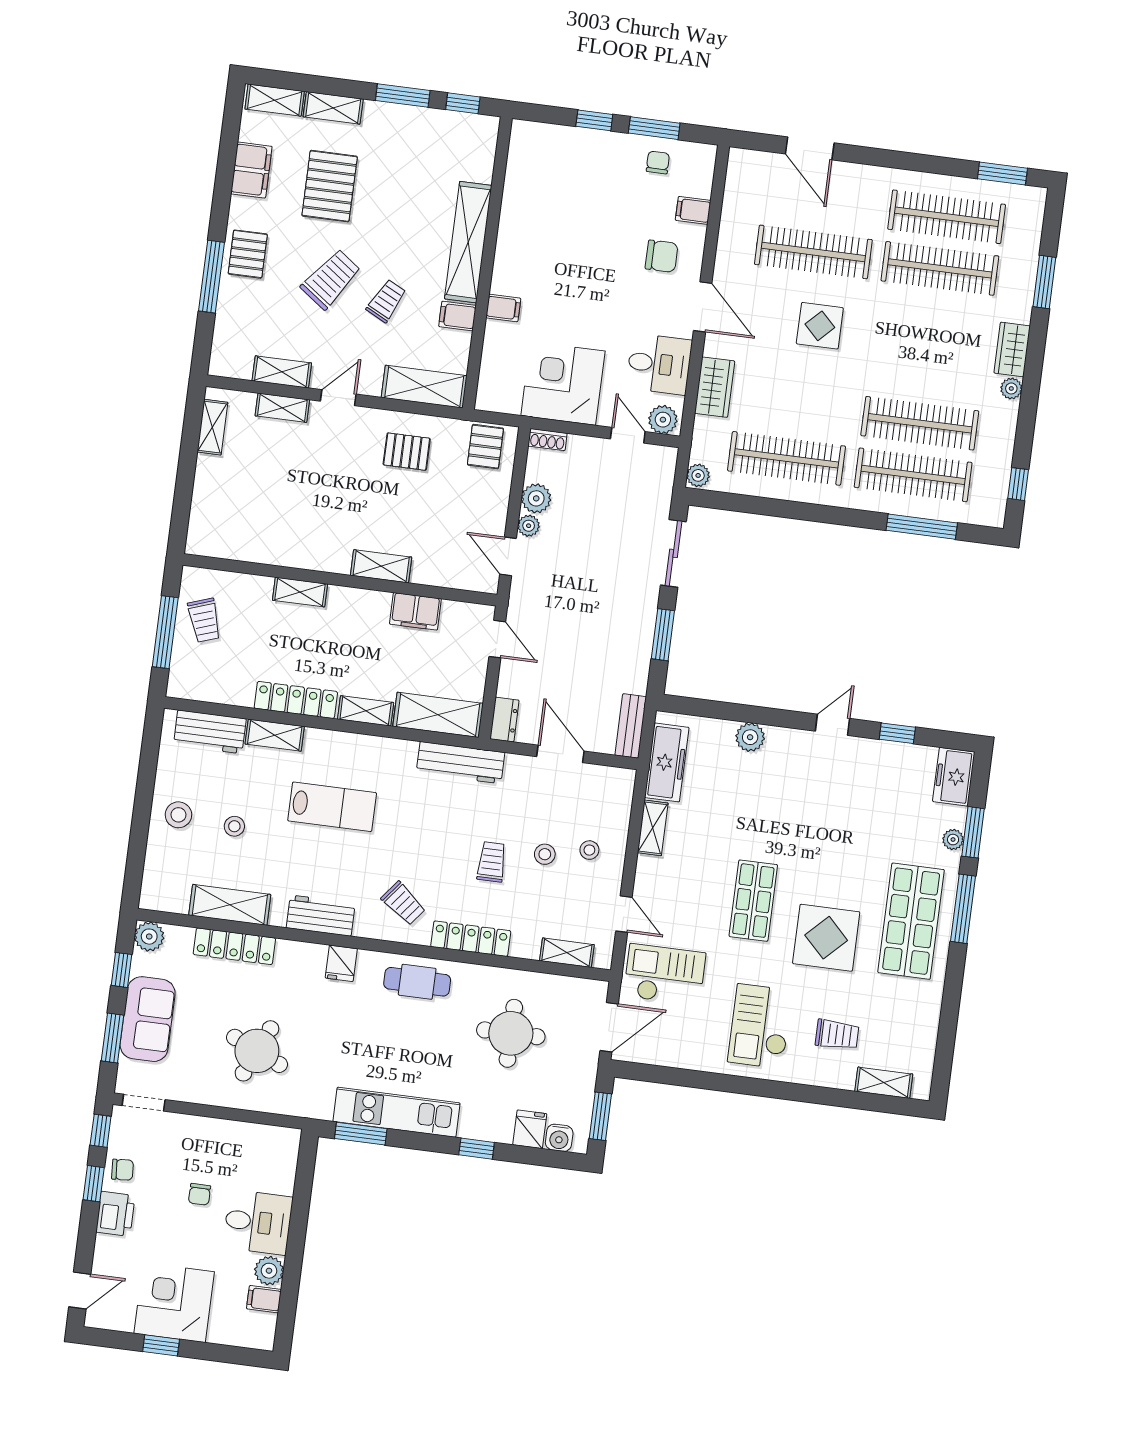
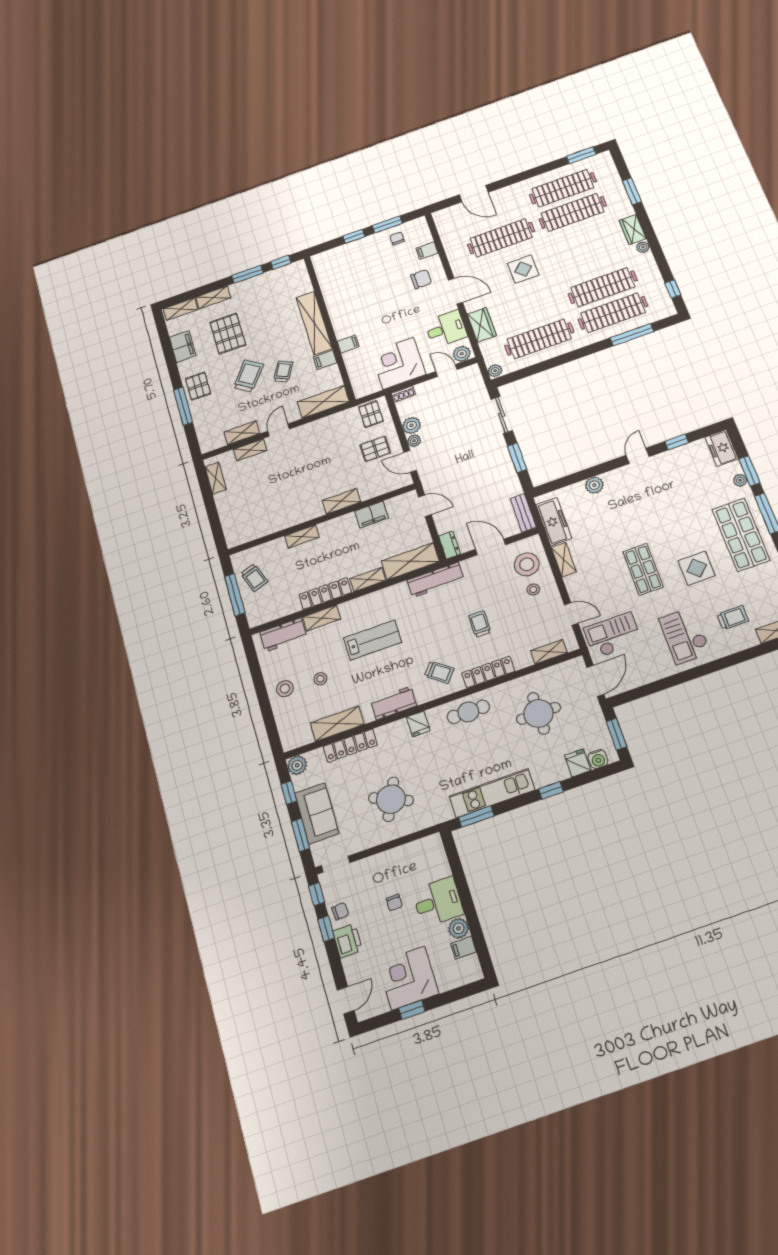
pallet: (407, 452) -> (375, 449), moved
stool: (545, 854) -> (527, 564), moved, width x1.89, depth x1.89
display table: (826, 938) -> (697, 568), width x0.73, depth x0.73

